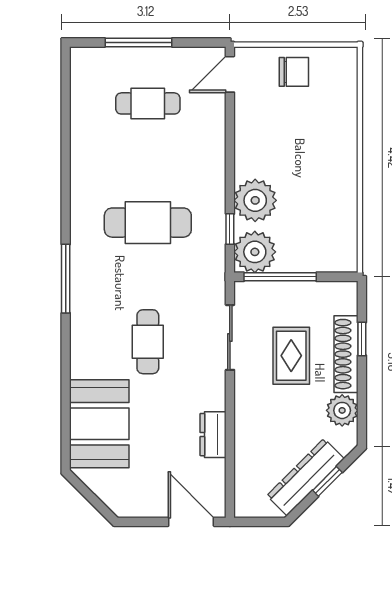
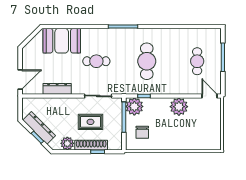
chair: (294, 72) -> (142, 132), moved
plant: (255, 200) -> (179, 107), moved
dresser: (213, 435) -> (57, 89), width x1.44

